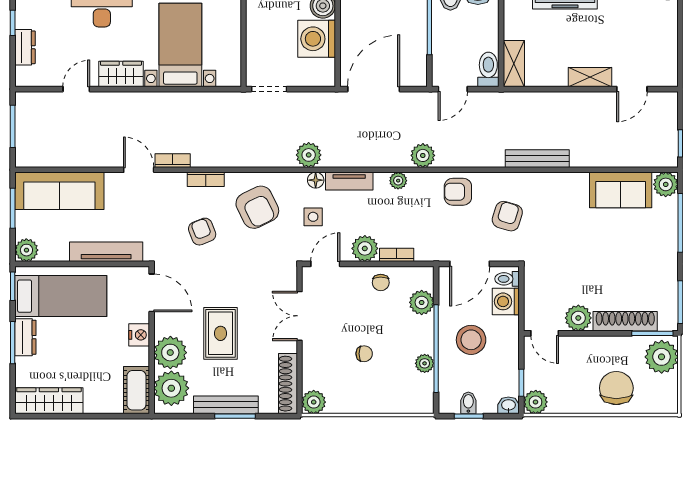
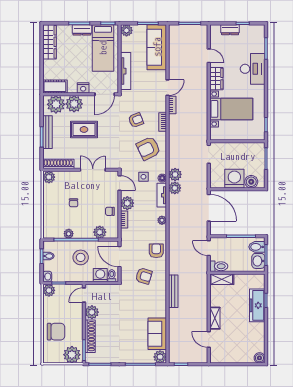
plant: (423, 155) -> (175, 188), moved

